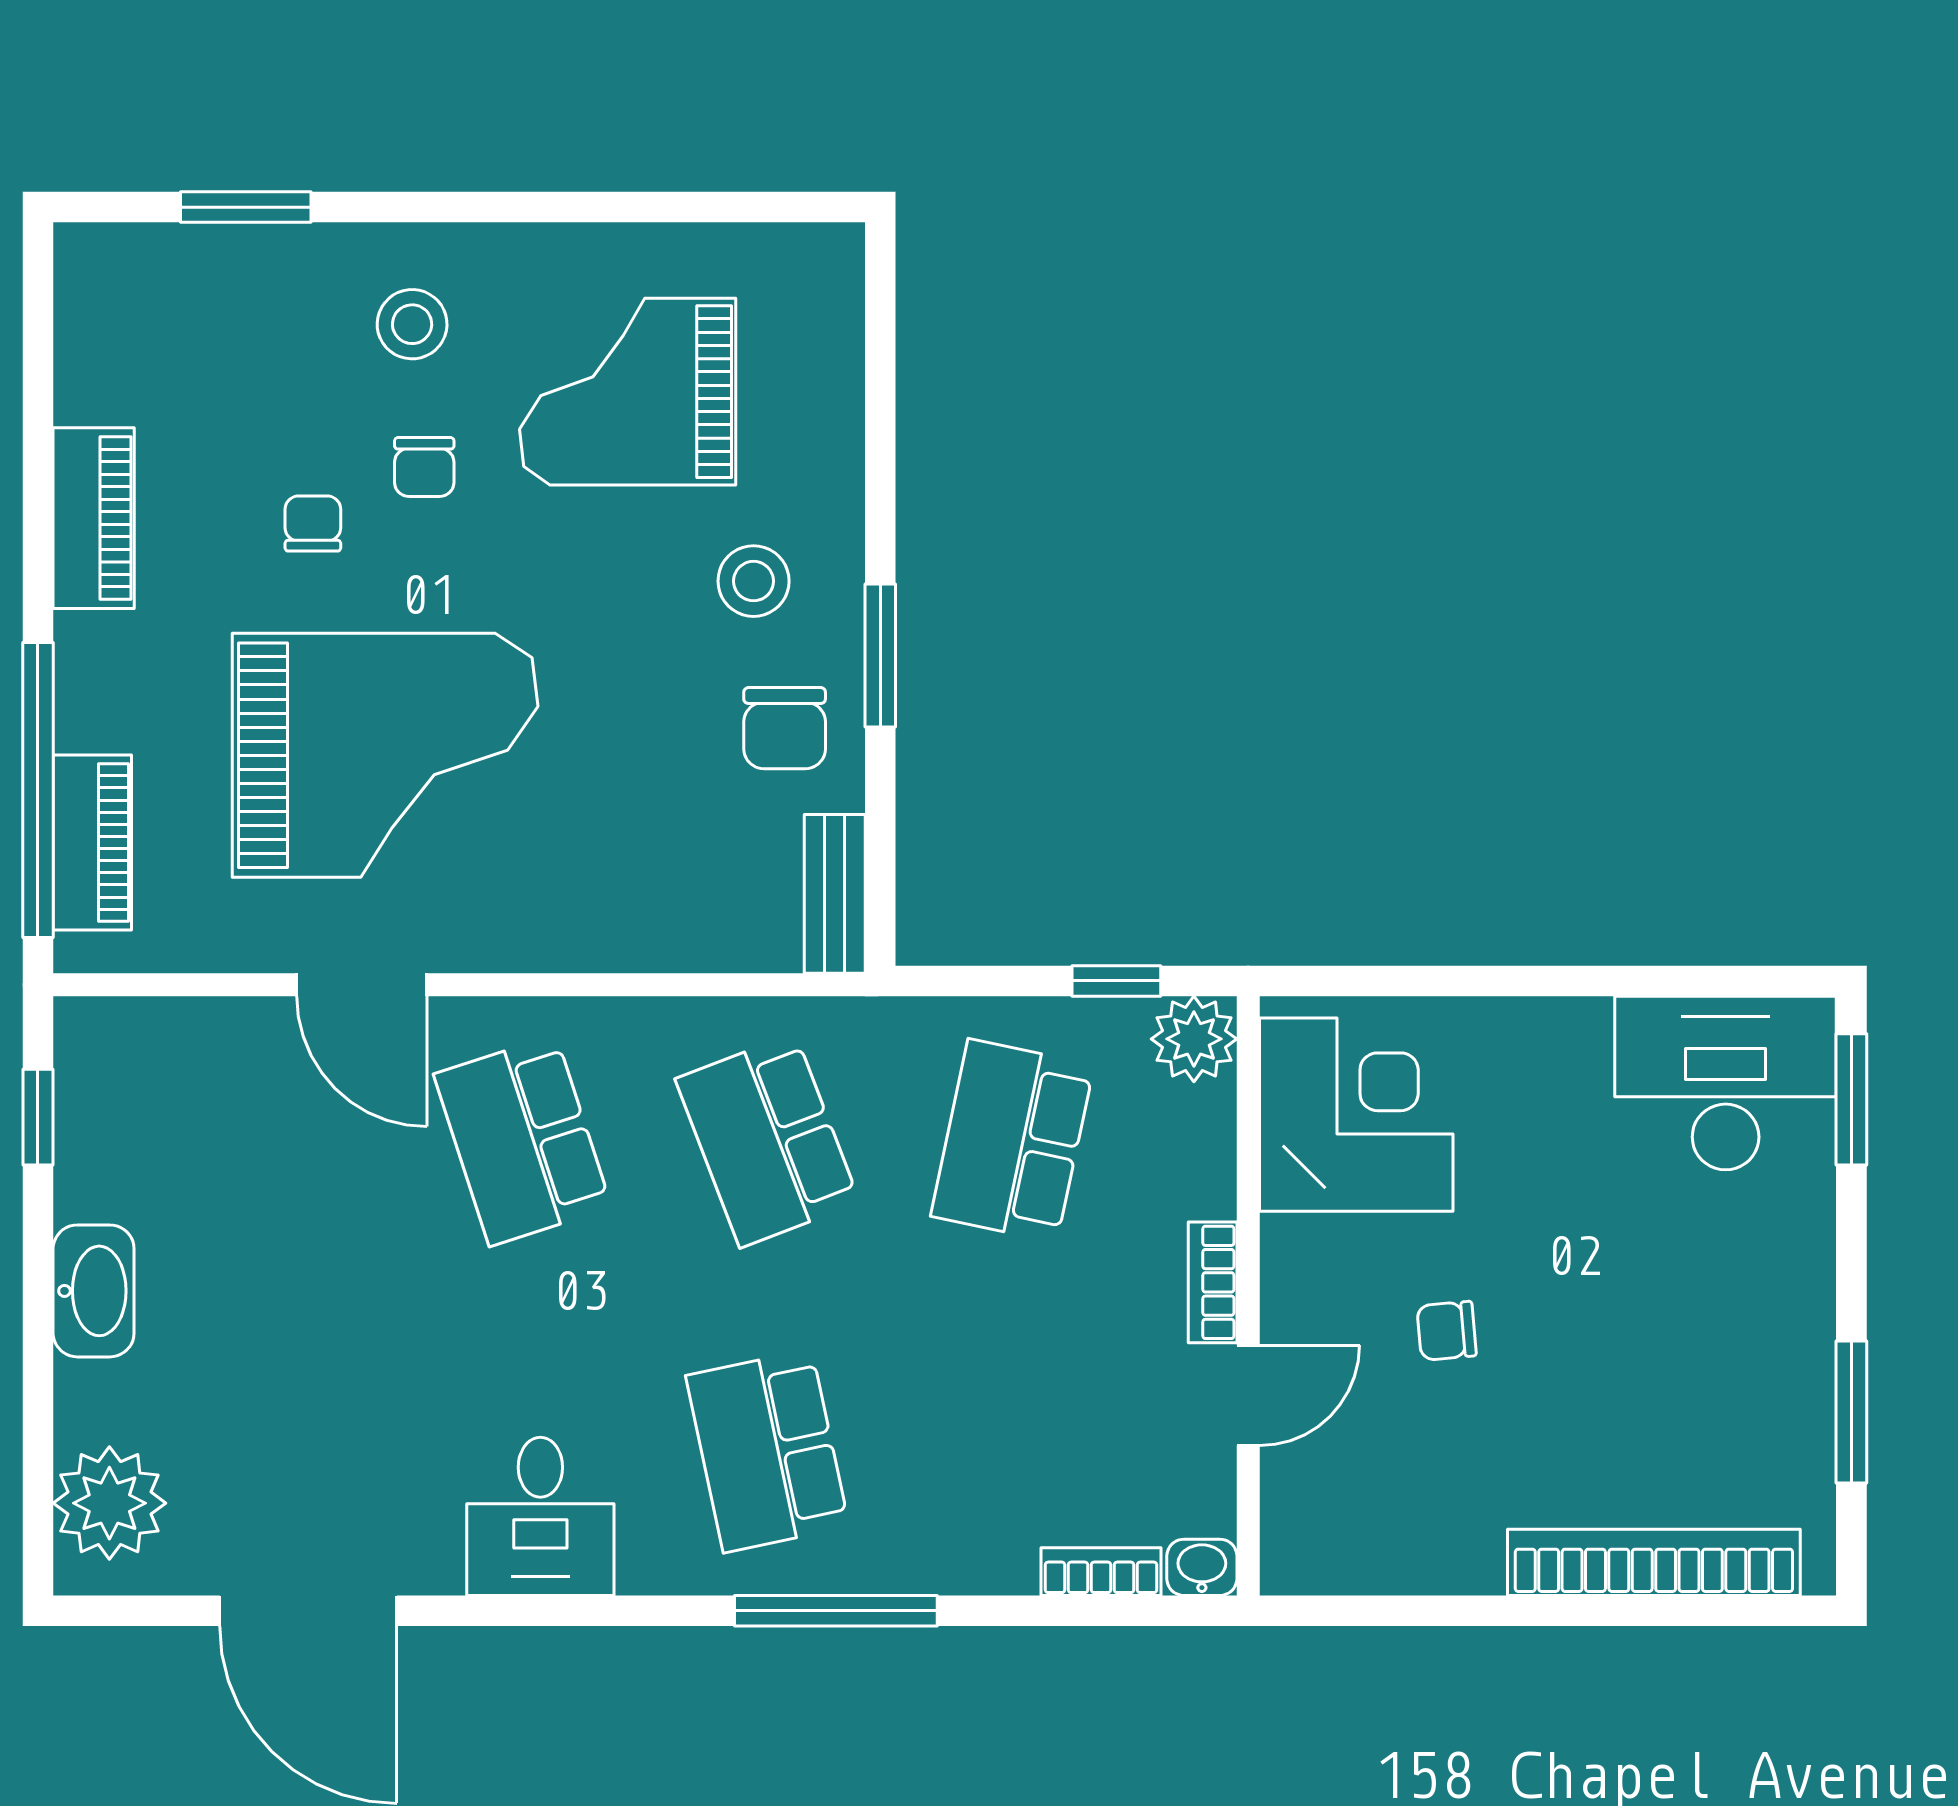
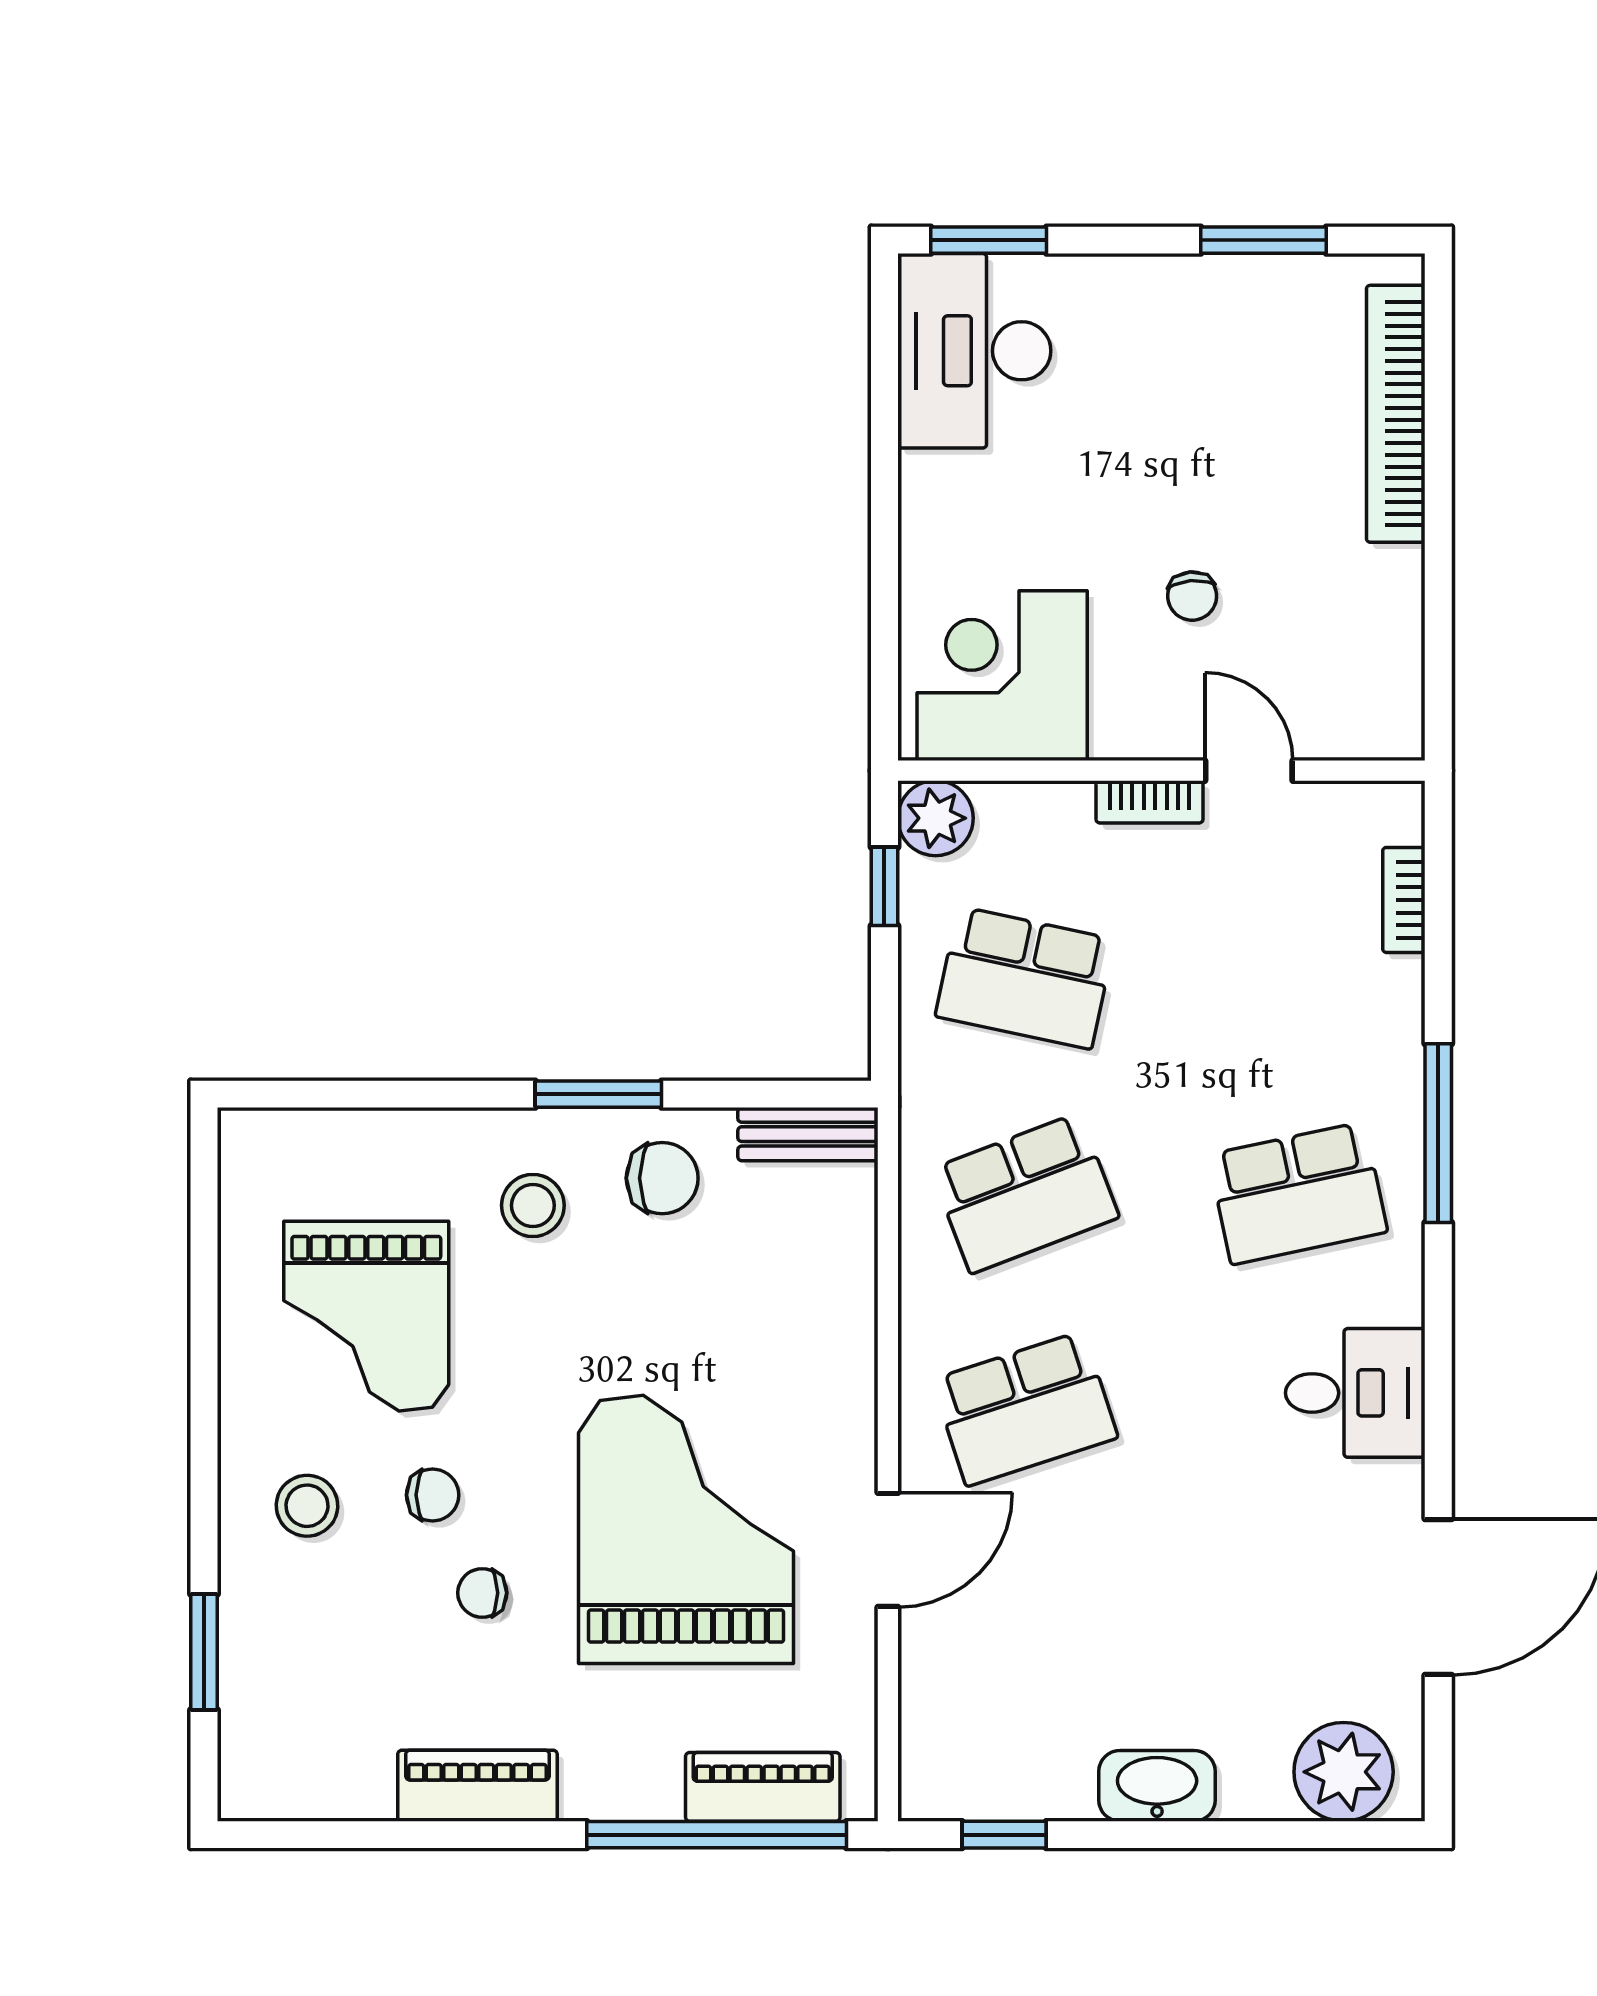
washbasin: (1202, 1567) -> (1400, 811), removed

